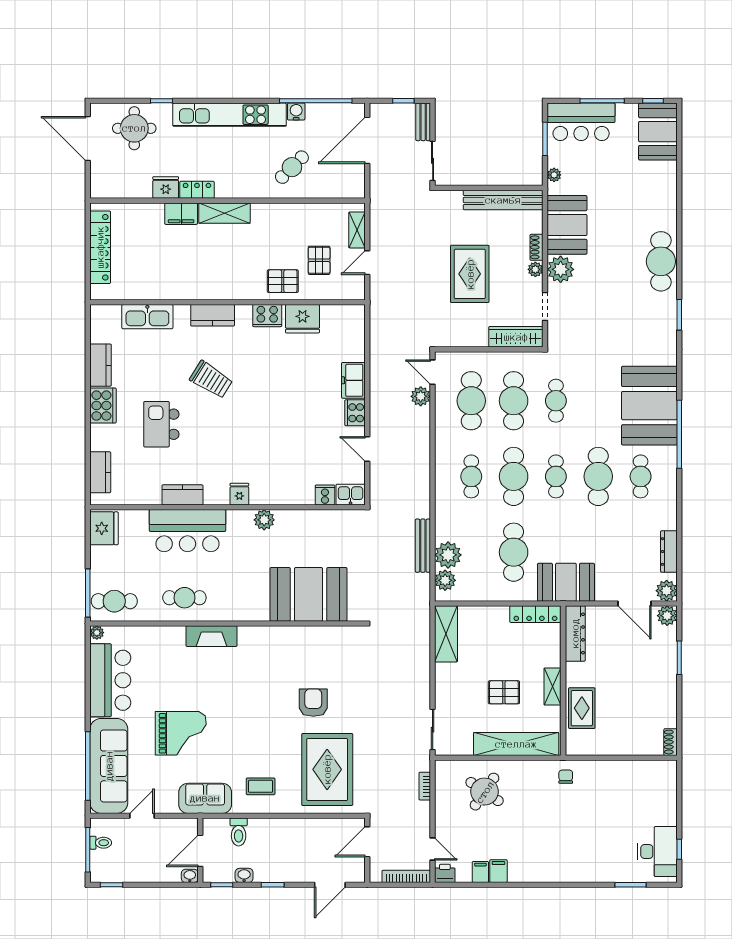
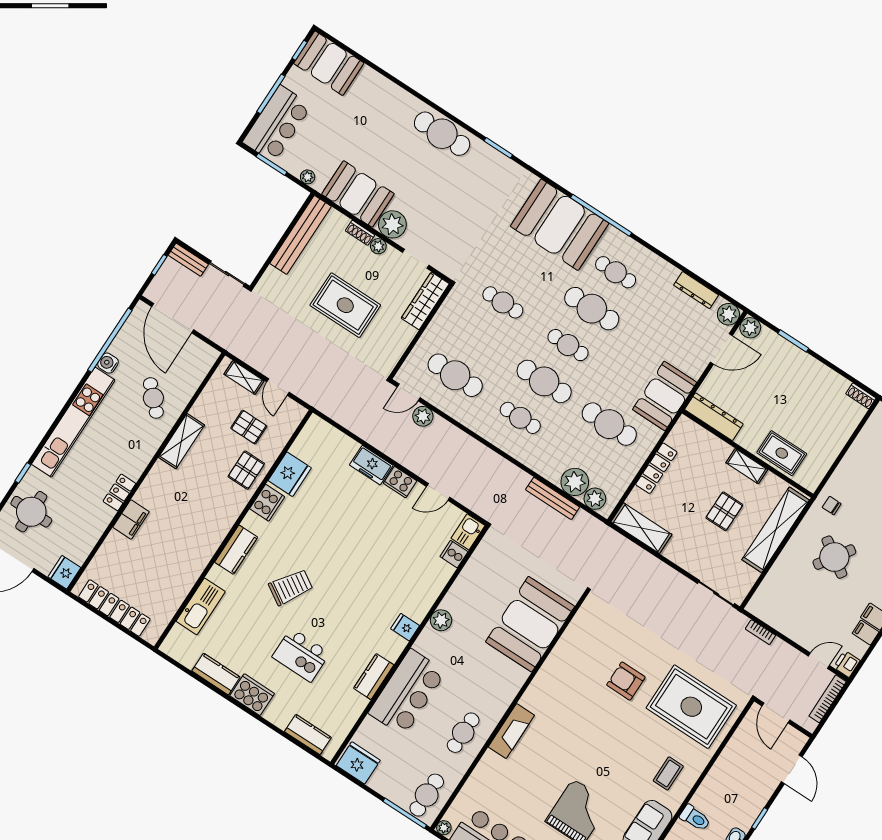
fridge: (166, 187) -> (64, 572), moved
shelving: (224, 213) -> (182, 441), moved
cafe table: (514, 401) -> (479, 339), removed
locker: (535, 614) -> (656, 468), moved
round table: (485, 792) -> (834, 557), moved

